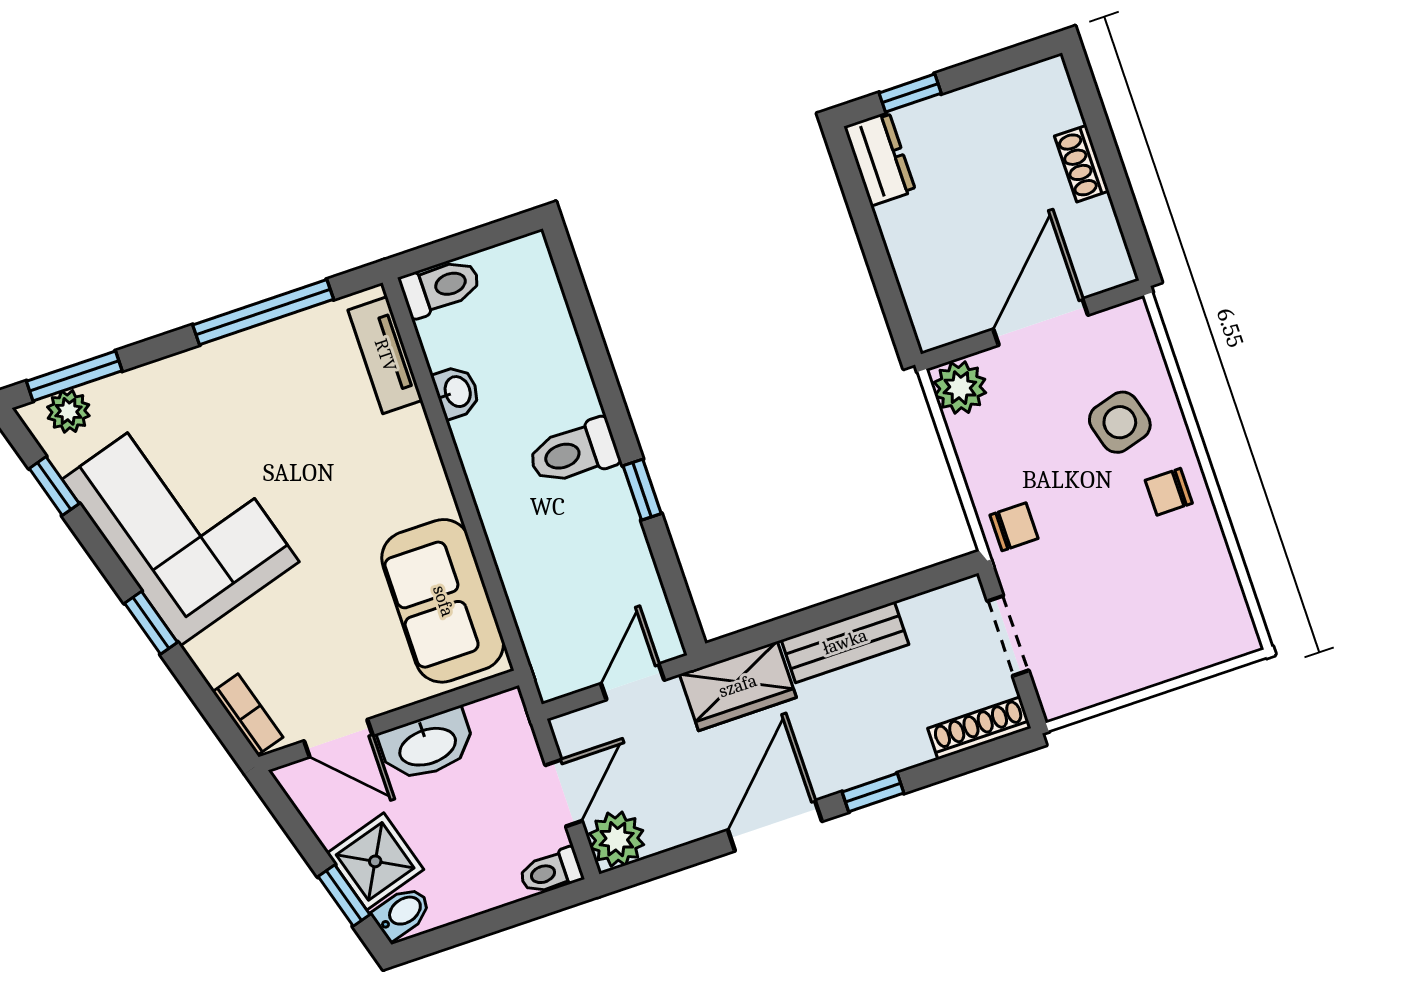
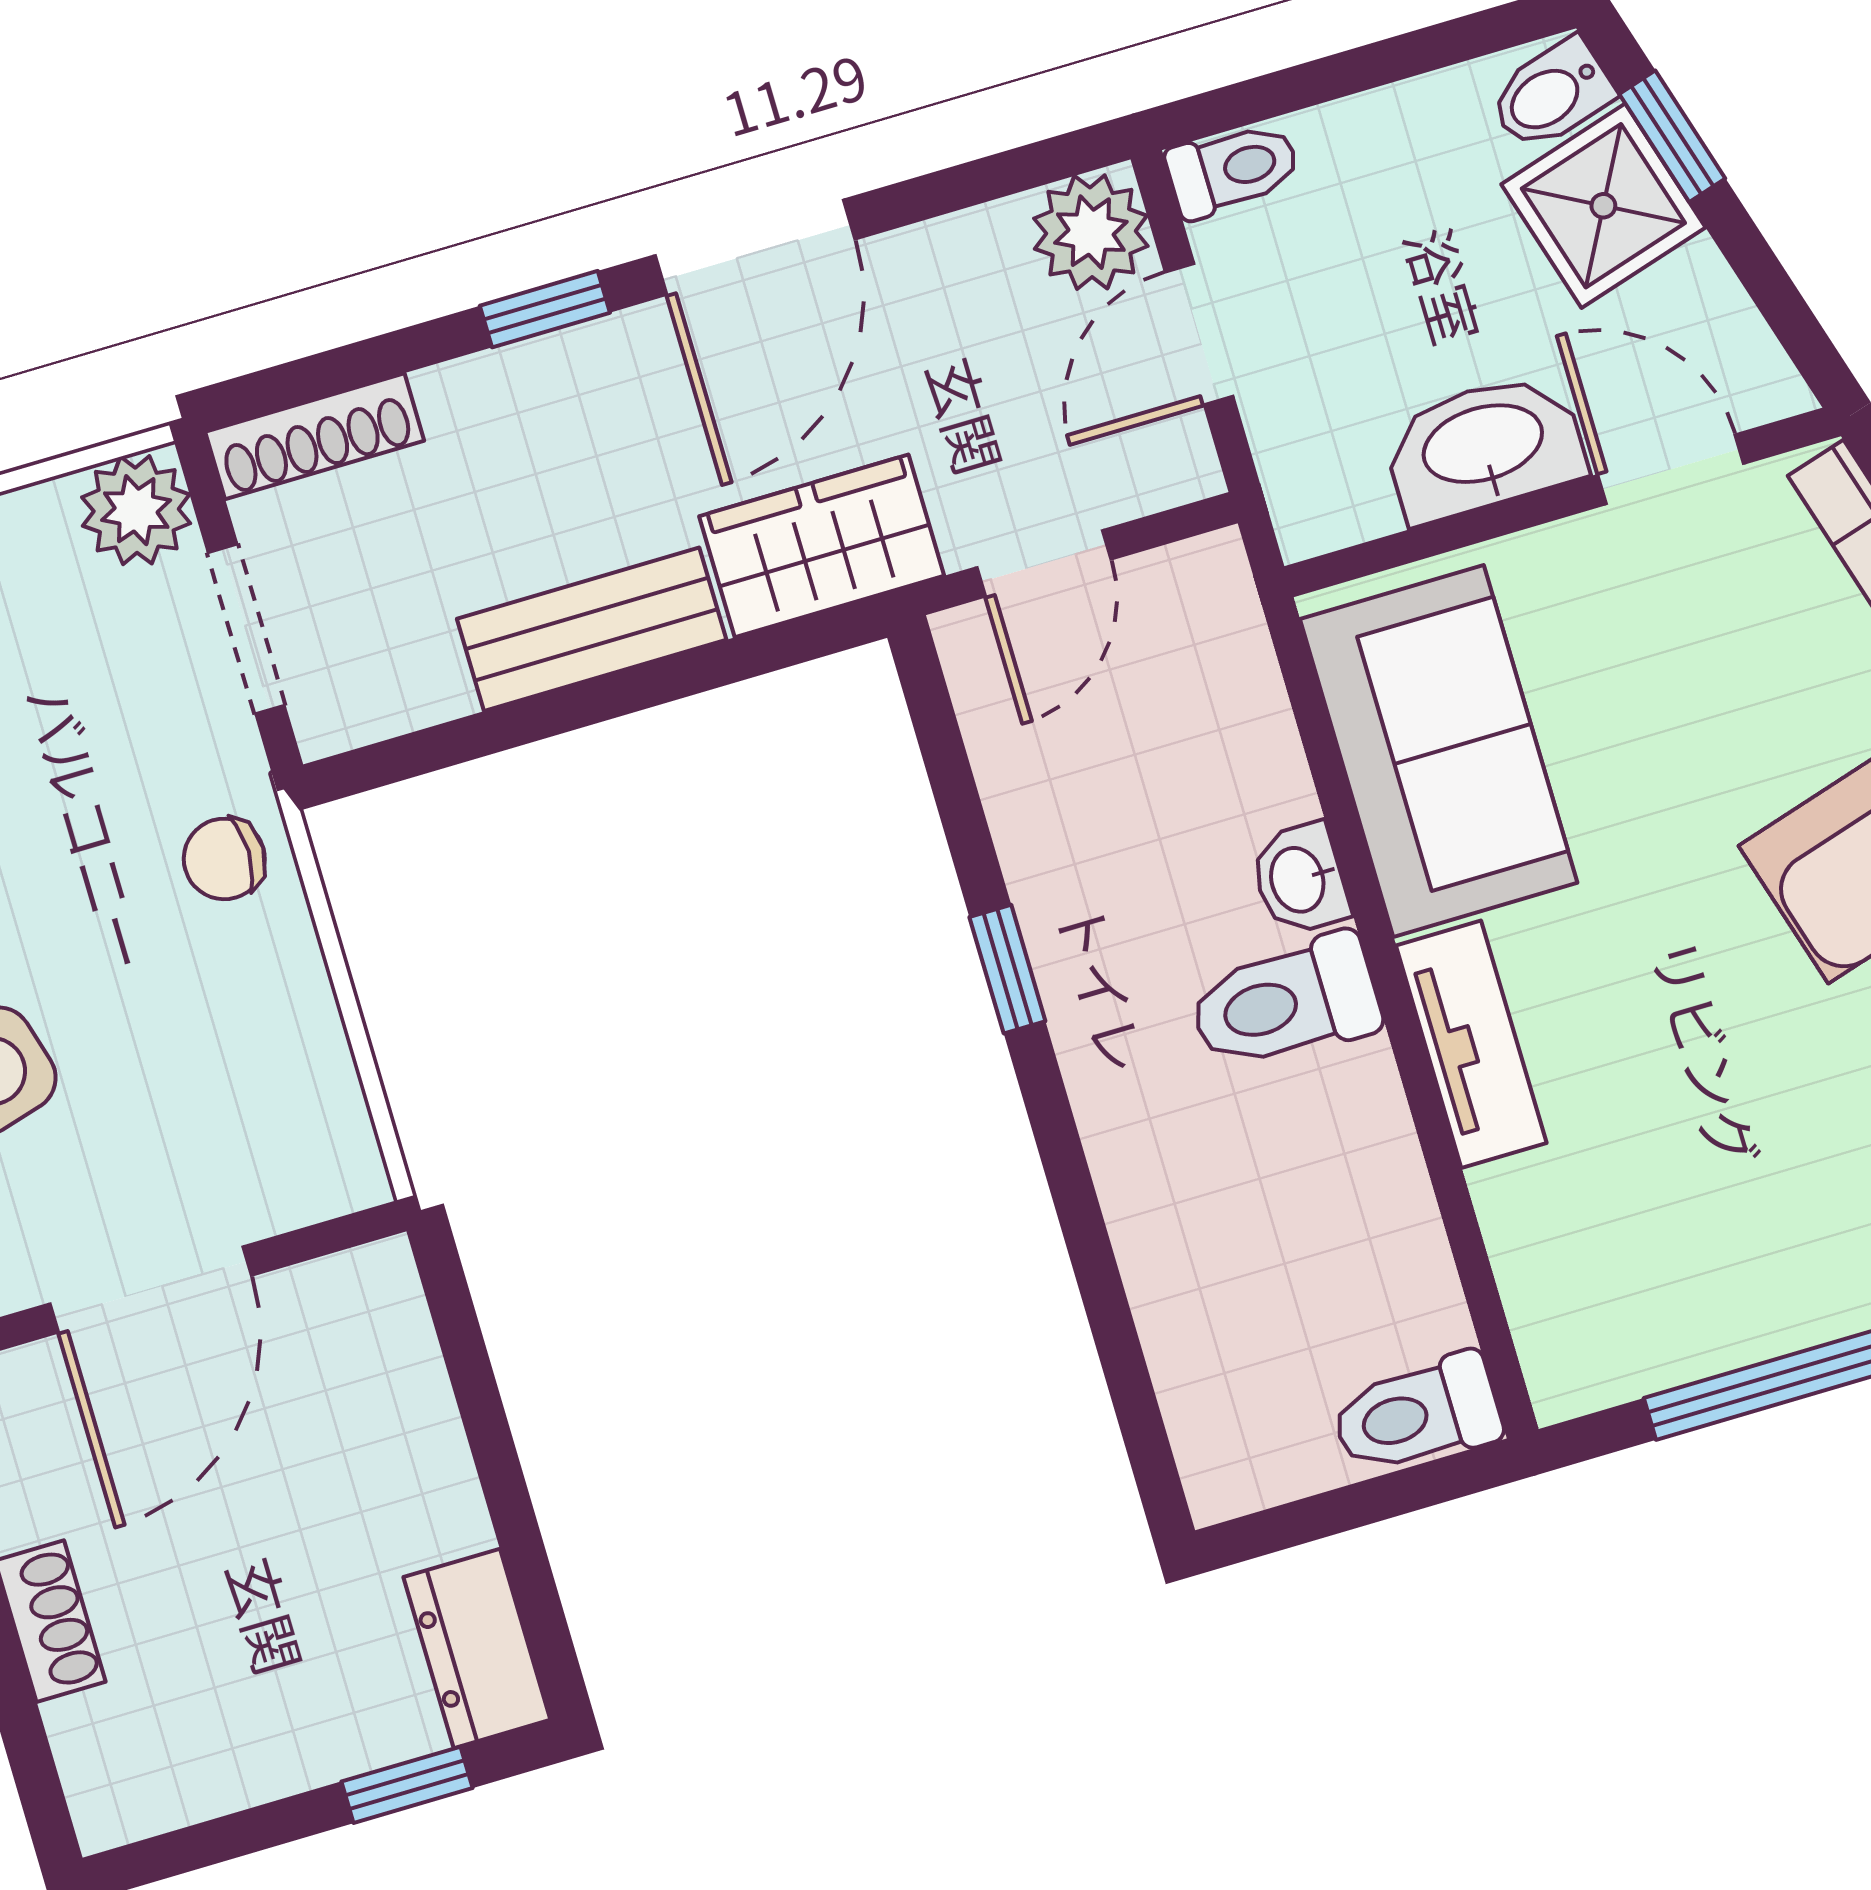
tv unit: (385, 355) -> (1471, 1044), moved
plant: (960, 388) -> (136, 510), moved
washbasin: (457, 392) -> (1300, 879), moved
toilet: (574, 452) -> (1285, 1003), moved, turned 180

